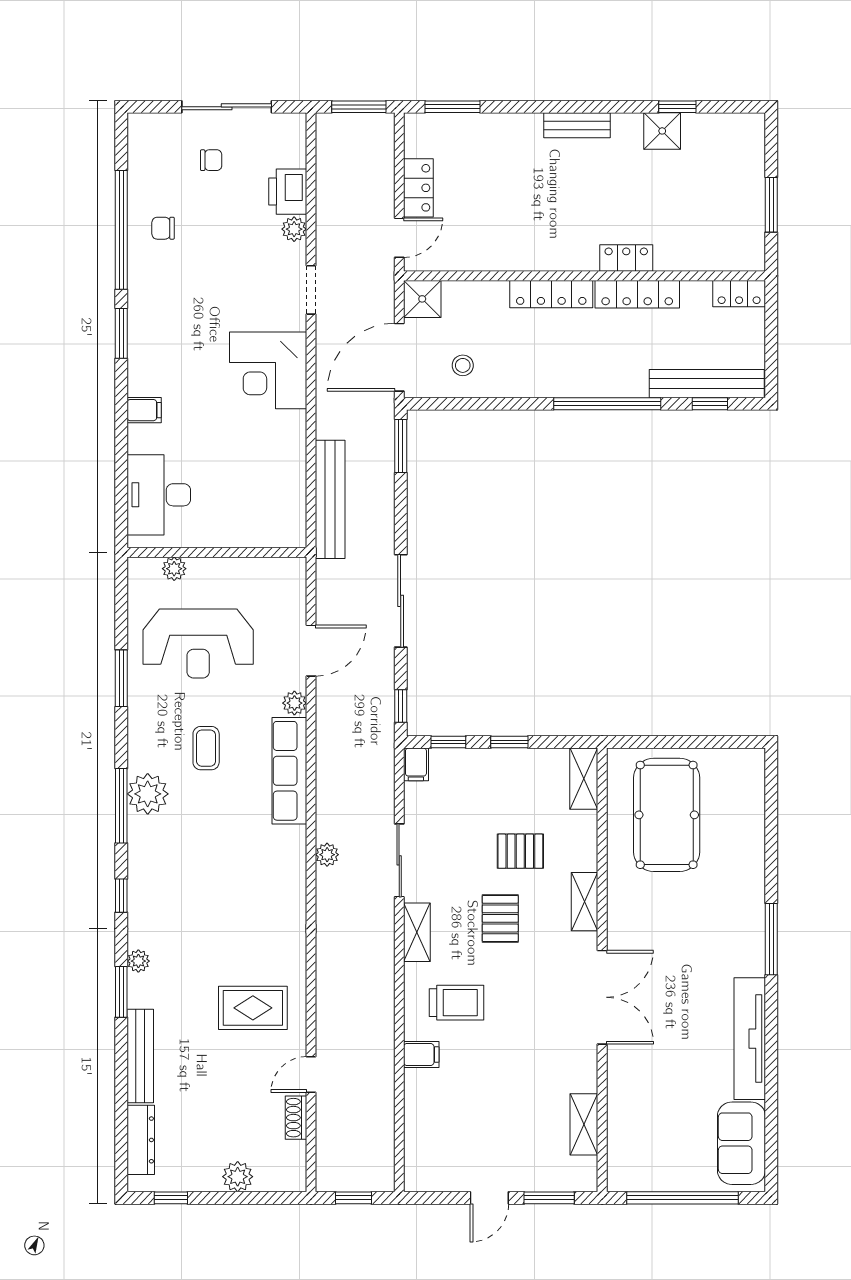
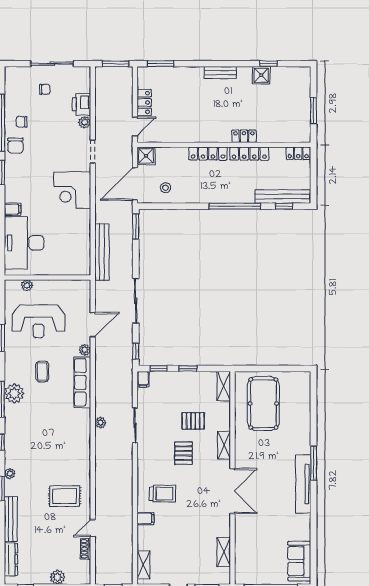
chair: (150, 277) -> (15, 146), added
desk: (159, 495) -> (24, 243), width x1.36, depth x1.30
shelving: (417, 932) -> (143, 565), moved
tv unit: (750, 1039) -> (303, 484), moved

